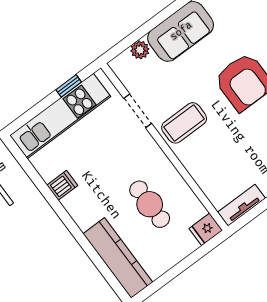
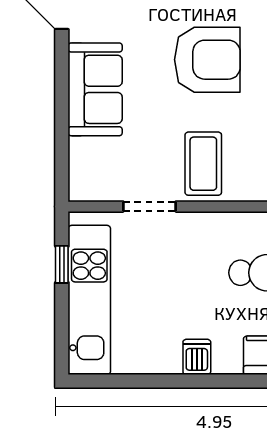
plant: (140, 50) -> (82, 152), removed
dishwasher: (62, 185) -> (197, 357), moved

